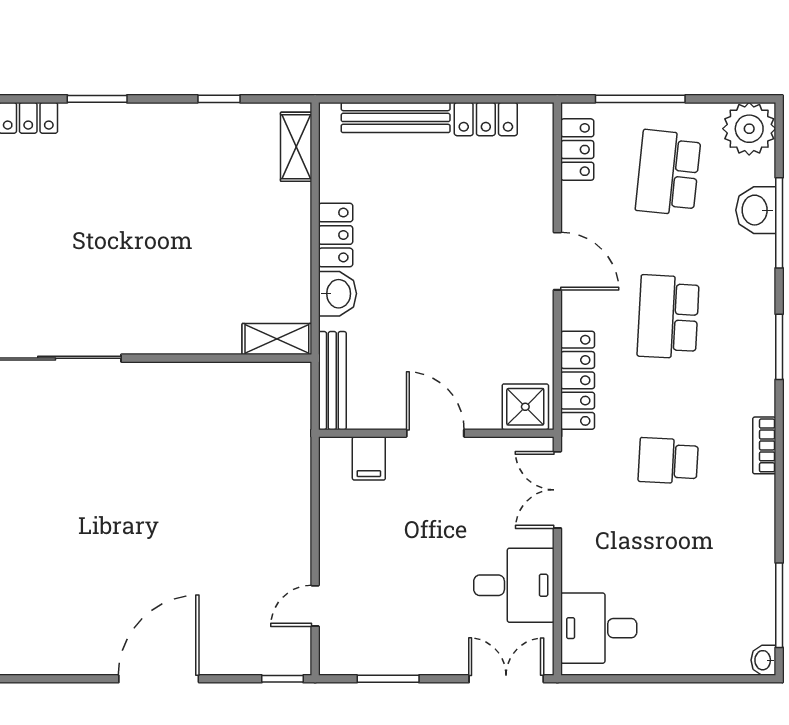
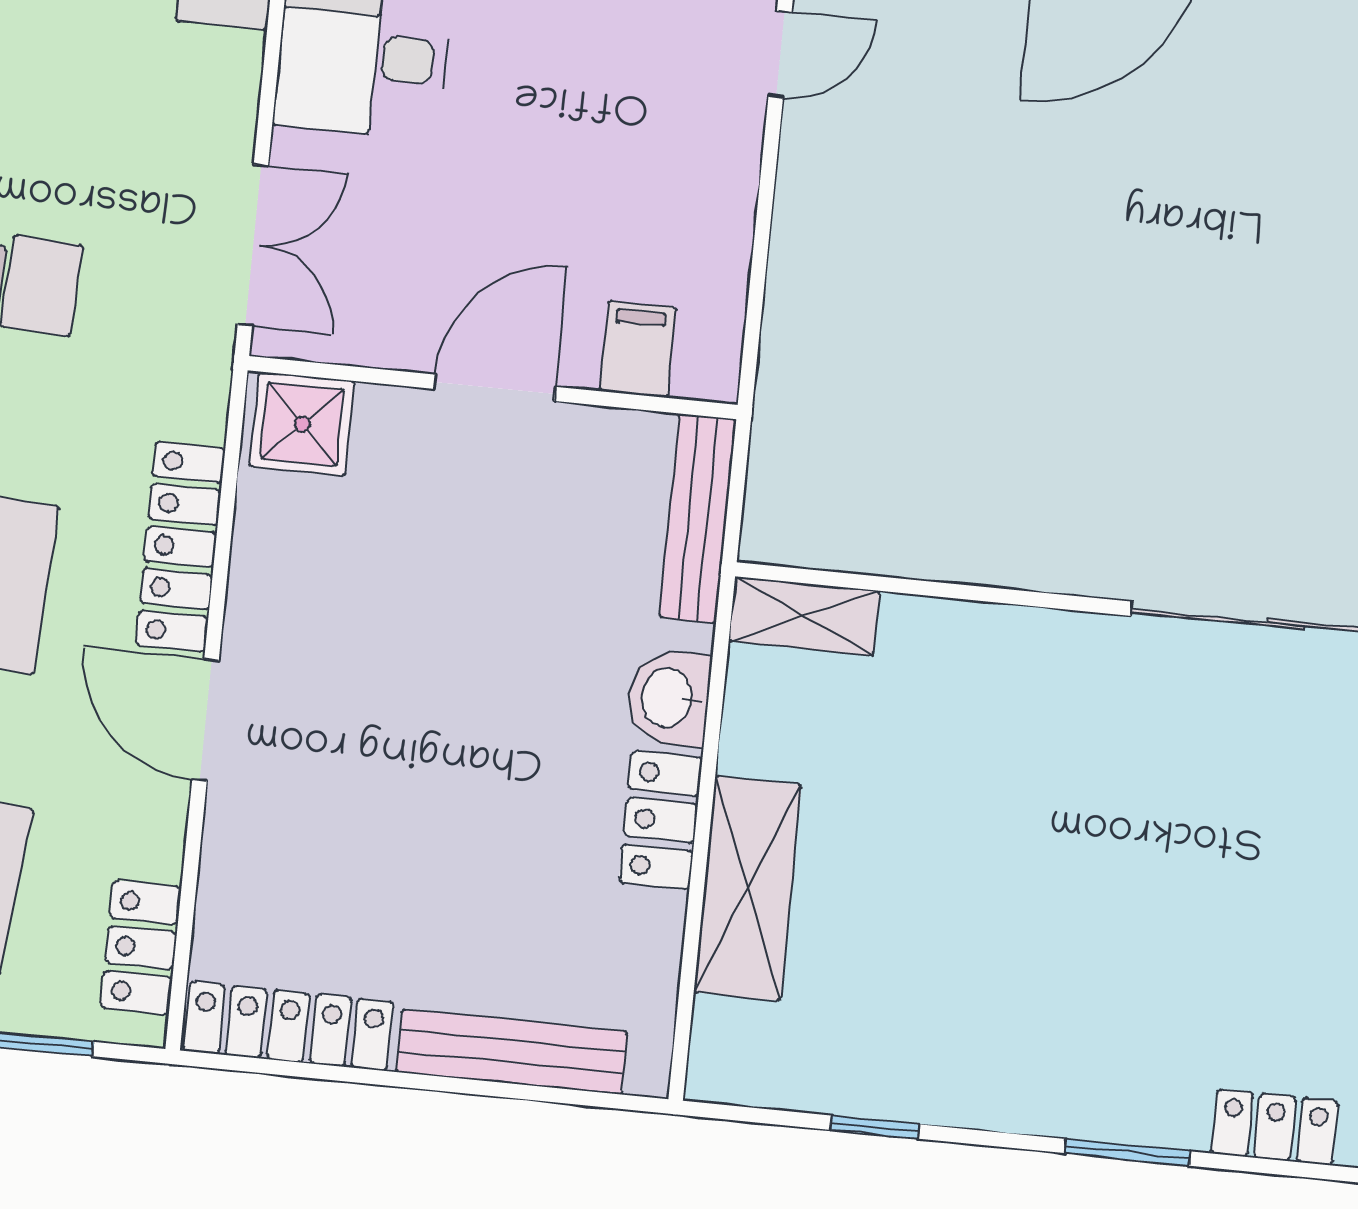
locker: (486, 119) -> (288, 1026), width x1.53
shelving: (296, 147) -> (748, 888), moved, width x1.50, depth x1.33
locker: (578, 380) -> (180, 547), moved
door: (435, 433) -> (495, 388), swing flipped

